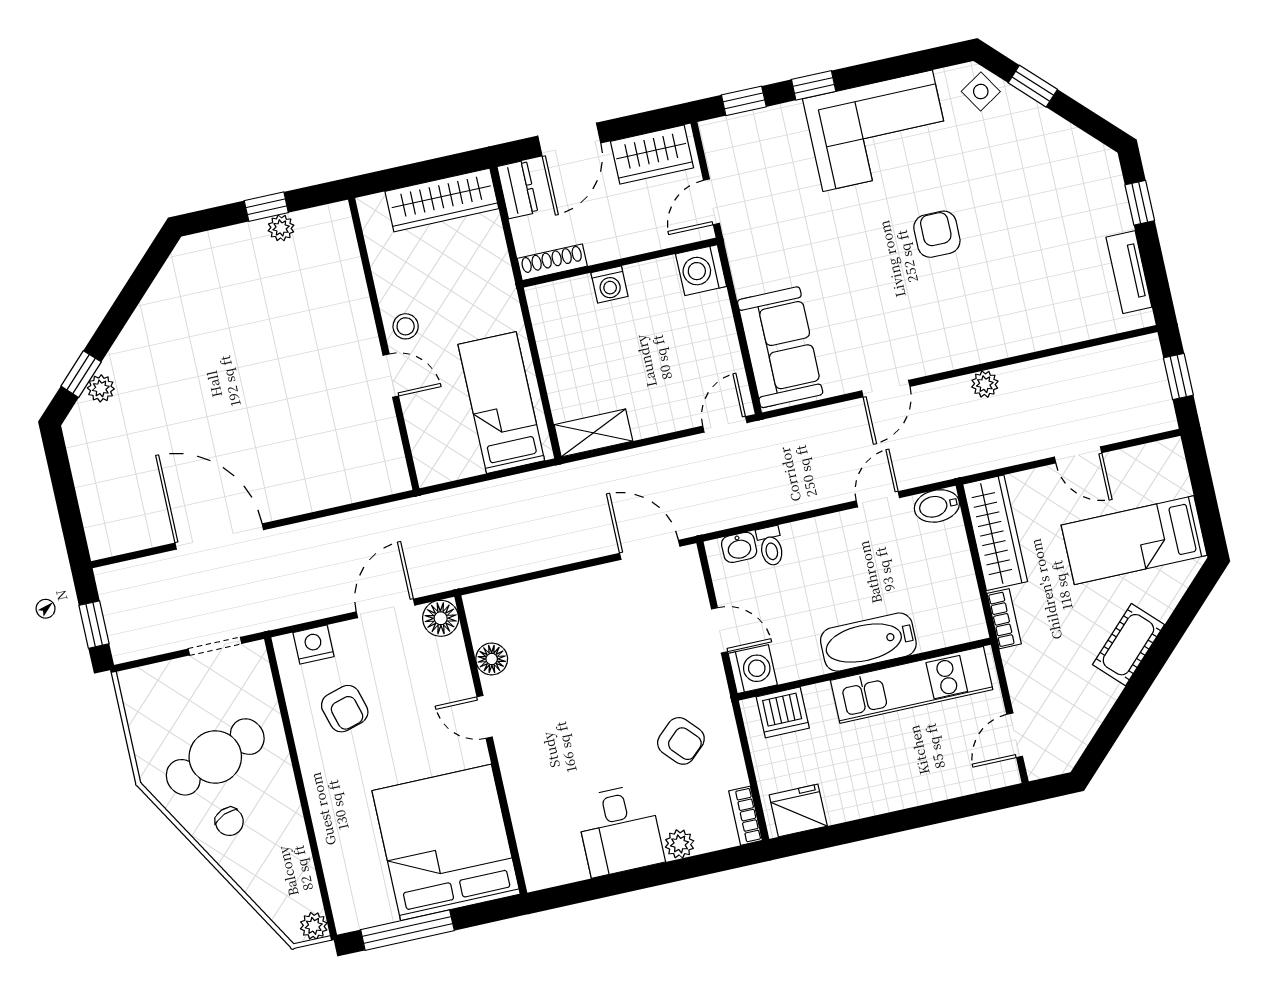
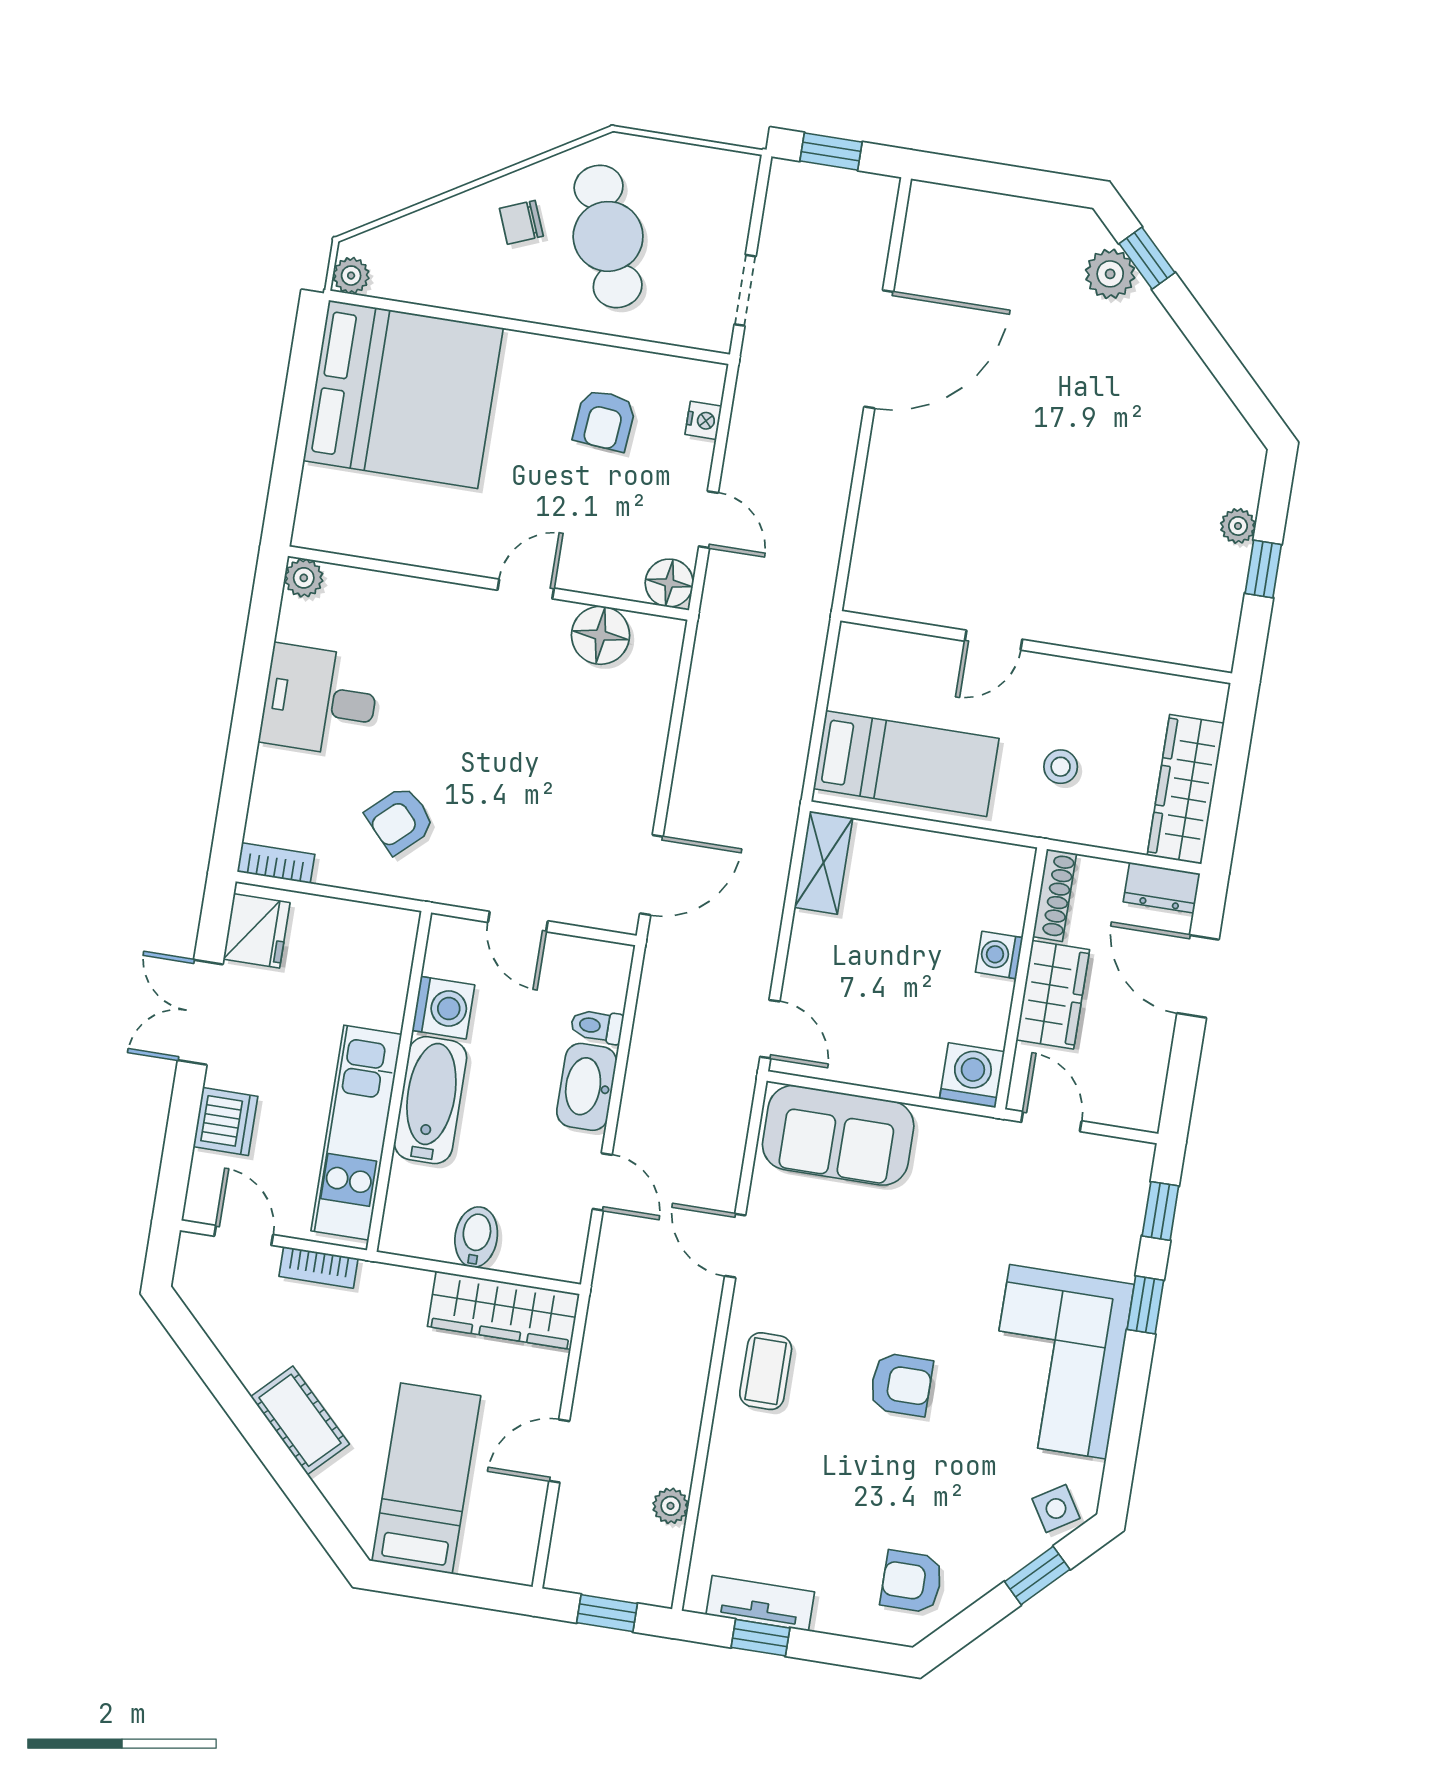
wardrobe: (652, 155) -> (1053, 995), moved, turned 180
armchair: (1072, 172) -> (912, 1582), added
window: (1140, 203) -> (761, 1638), moved
plant: (281, 228) -> (1238, 526), moved
stool: (406, 326) -> (1061, 767), moved
coffee table: (965, 333) -> (766, 1371), added
plant: (985, 384) -> (671, 1506), moved
plant: (101, 388) -> (1110, 274), width x1.38, depth x1.38
bidet: (937, 506) -> (476, 1237), moved
washbasin: (739, 547) -> (587, 1087), moved, width x1.91, depth x1.45
door: (385, 608) -> (708, 520), width x0.73
bookcase: (1004, 619) -> (318, 1267), moved
door: (719, 630) -> (518, 922), hinge flipped
nightstand: (314, 645) -> (703, 420), width x0.72, depth x0.74
floor lamp: (492, 659) -> (600, 635), width x1.38, depth x1.38
washing machine: (753, 669) -> (443, 1008), moved, turned -90
armchair: (345, 709) -> (604, 420), turned -69
dishwasher: (783, 712) -> (225, 1122), moved, turned 180
double door: (871, 827) -> (200, 1012), added
bed: (446, 842) -> (403, 394), moved
plant: (680, 844) -> (304, 578), moved
window: (407, 930) -> (300, 389), removed

